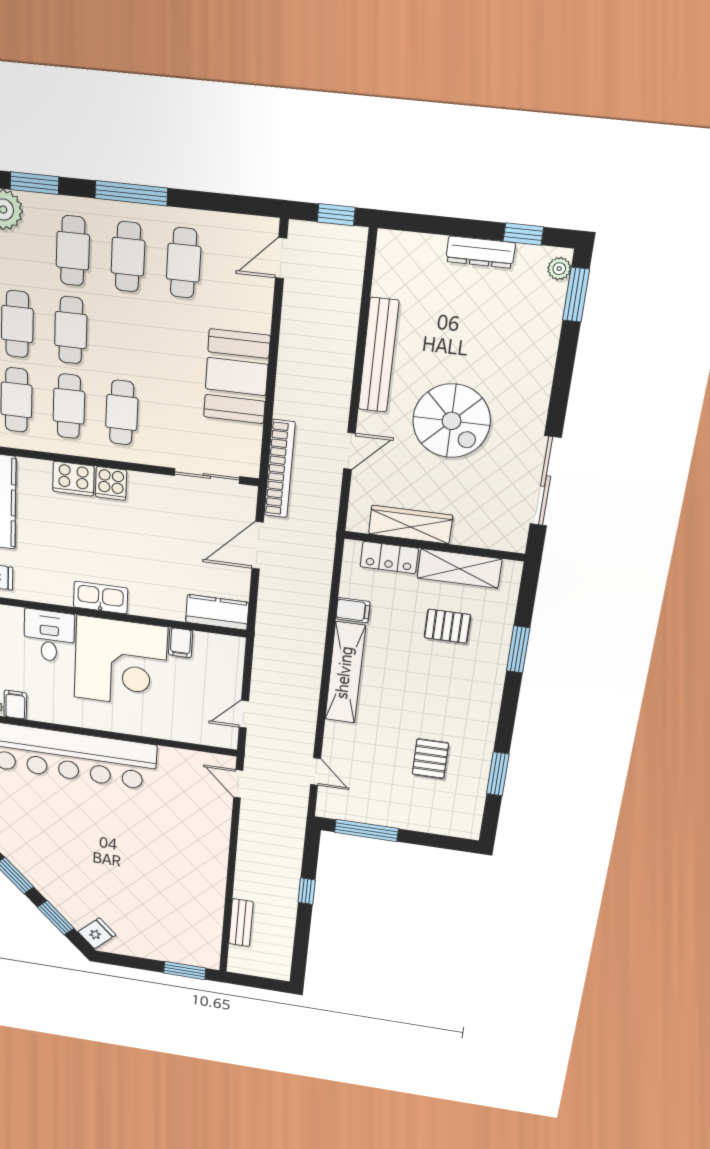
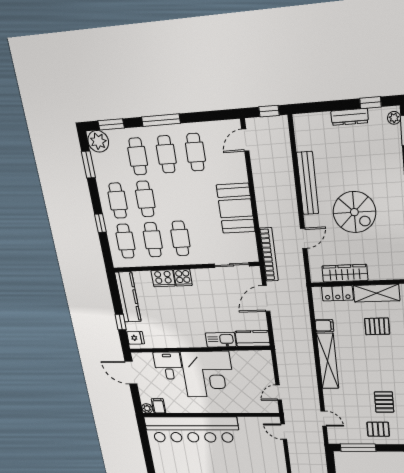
kitchen sink: (101, 598) -> (221, 340), moved
filing cabinet: (181, 643) -> (237, 358), removed
pallet: (409, 804) -> (378, 429), added

